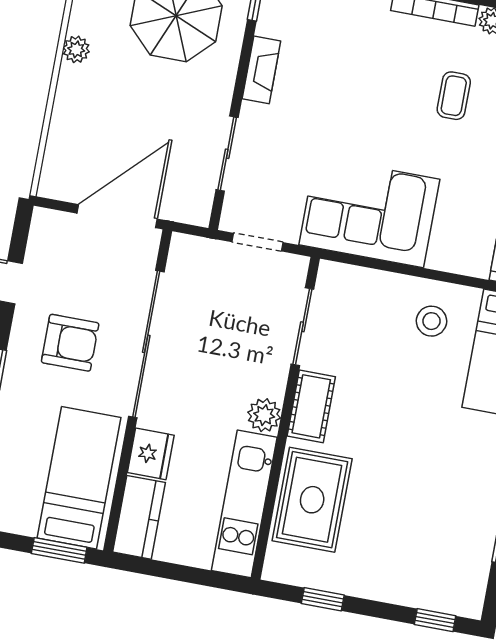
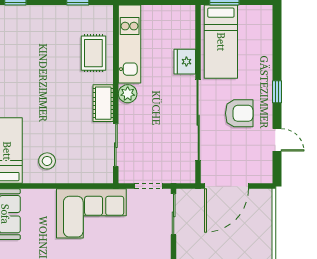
sliding door: (227, 154) -> (174, 214), moved
armchair: (70, 343) -> (239, 113), turned 180
rug: (312, 500) -> (93, 53), width x0.73, depth x0.70
kitchen counter: (139, 517) -> (185, 26), removed

